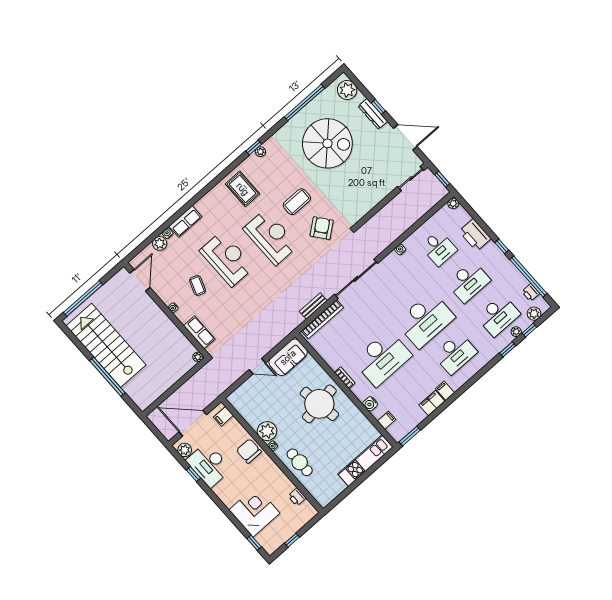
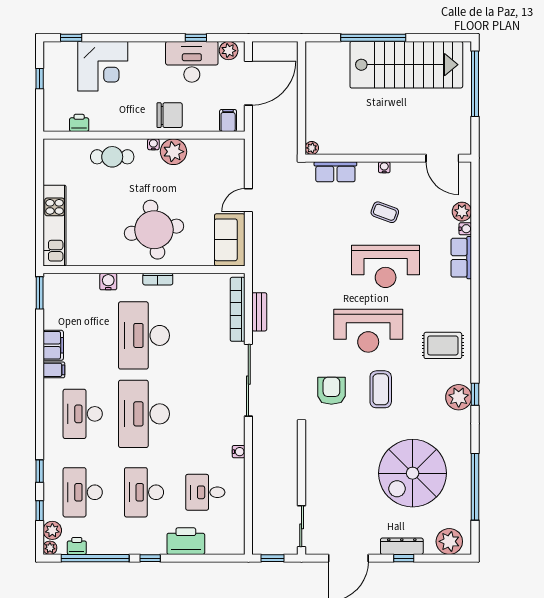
plant: (260, 152) -> (459, 397), width x1.87, depth x1.87
plant: (453, 203) -> (238, 547), removed
armchair: (322, 228) -> (331, 391), turned -142
plant: (516, 332) -> (50, 548), moved
filing cabinet: (386, 420) -> (77, 283), removed

